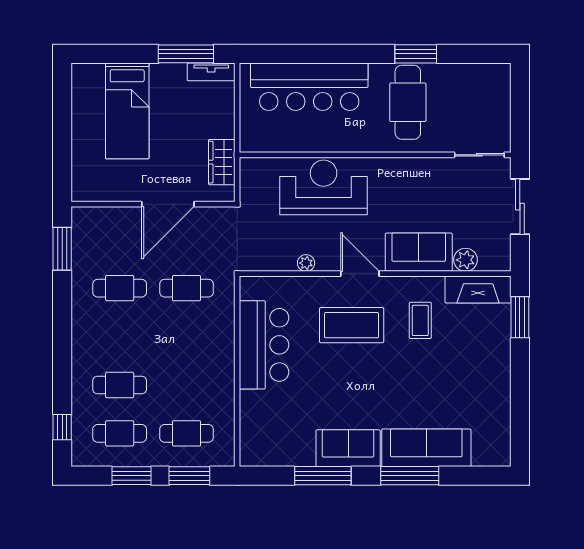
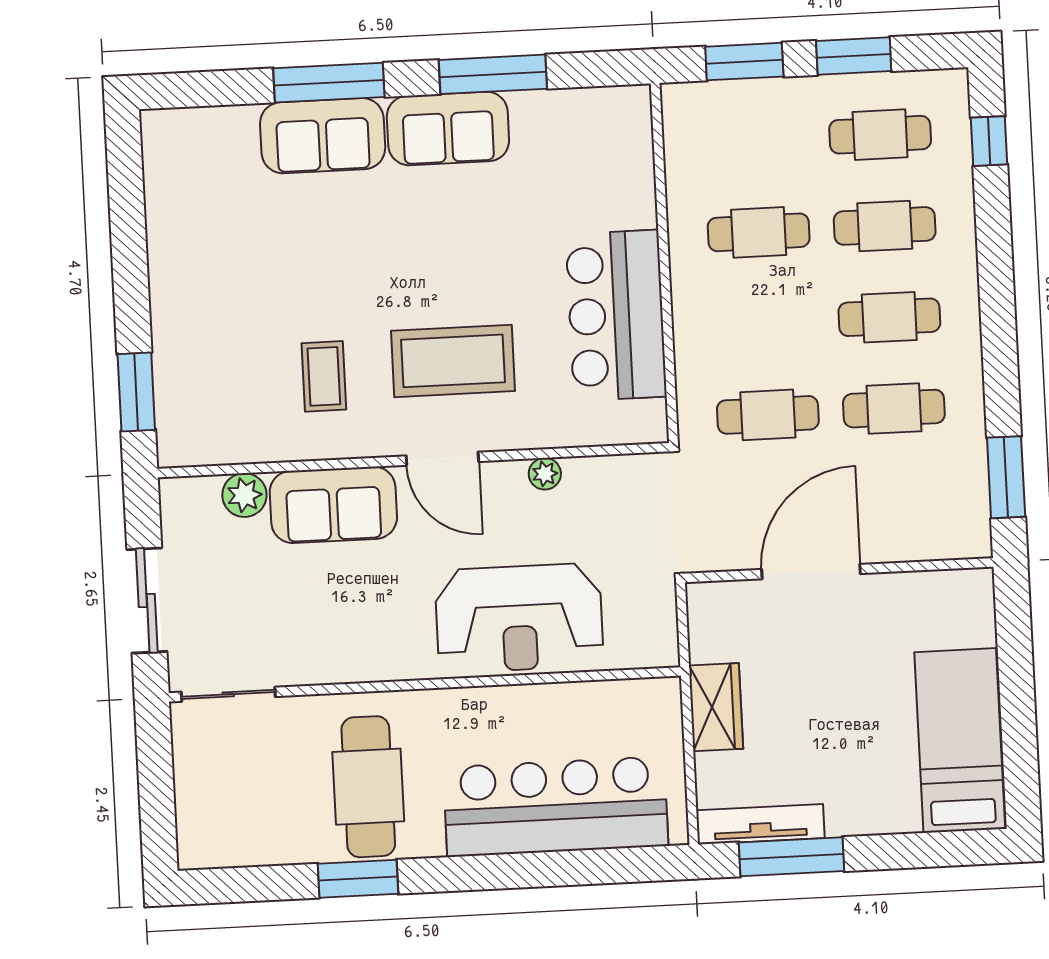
tv unit: (211, 72) -> (760, 824), width x1.41
bed: (127, 111) -> (960, 741), moved
wardrobe: (222, 162) -> (716, 707), moved
fireplace: (478, 290) -> (218, 440), removed
cafe table: (120, 337) -> (889, 317), added
cafe table: (186, 433) -> (759, 232), moved
sofa: (426, 448) -> (323, 136), width x0.73

